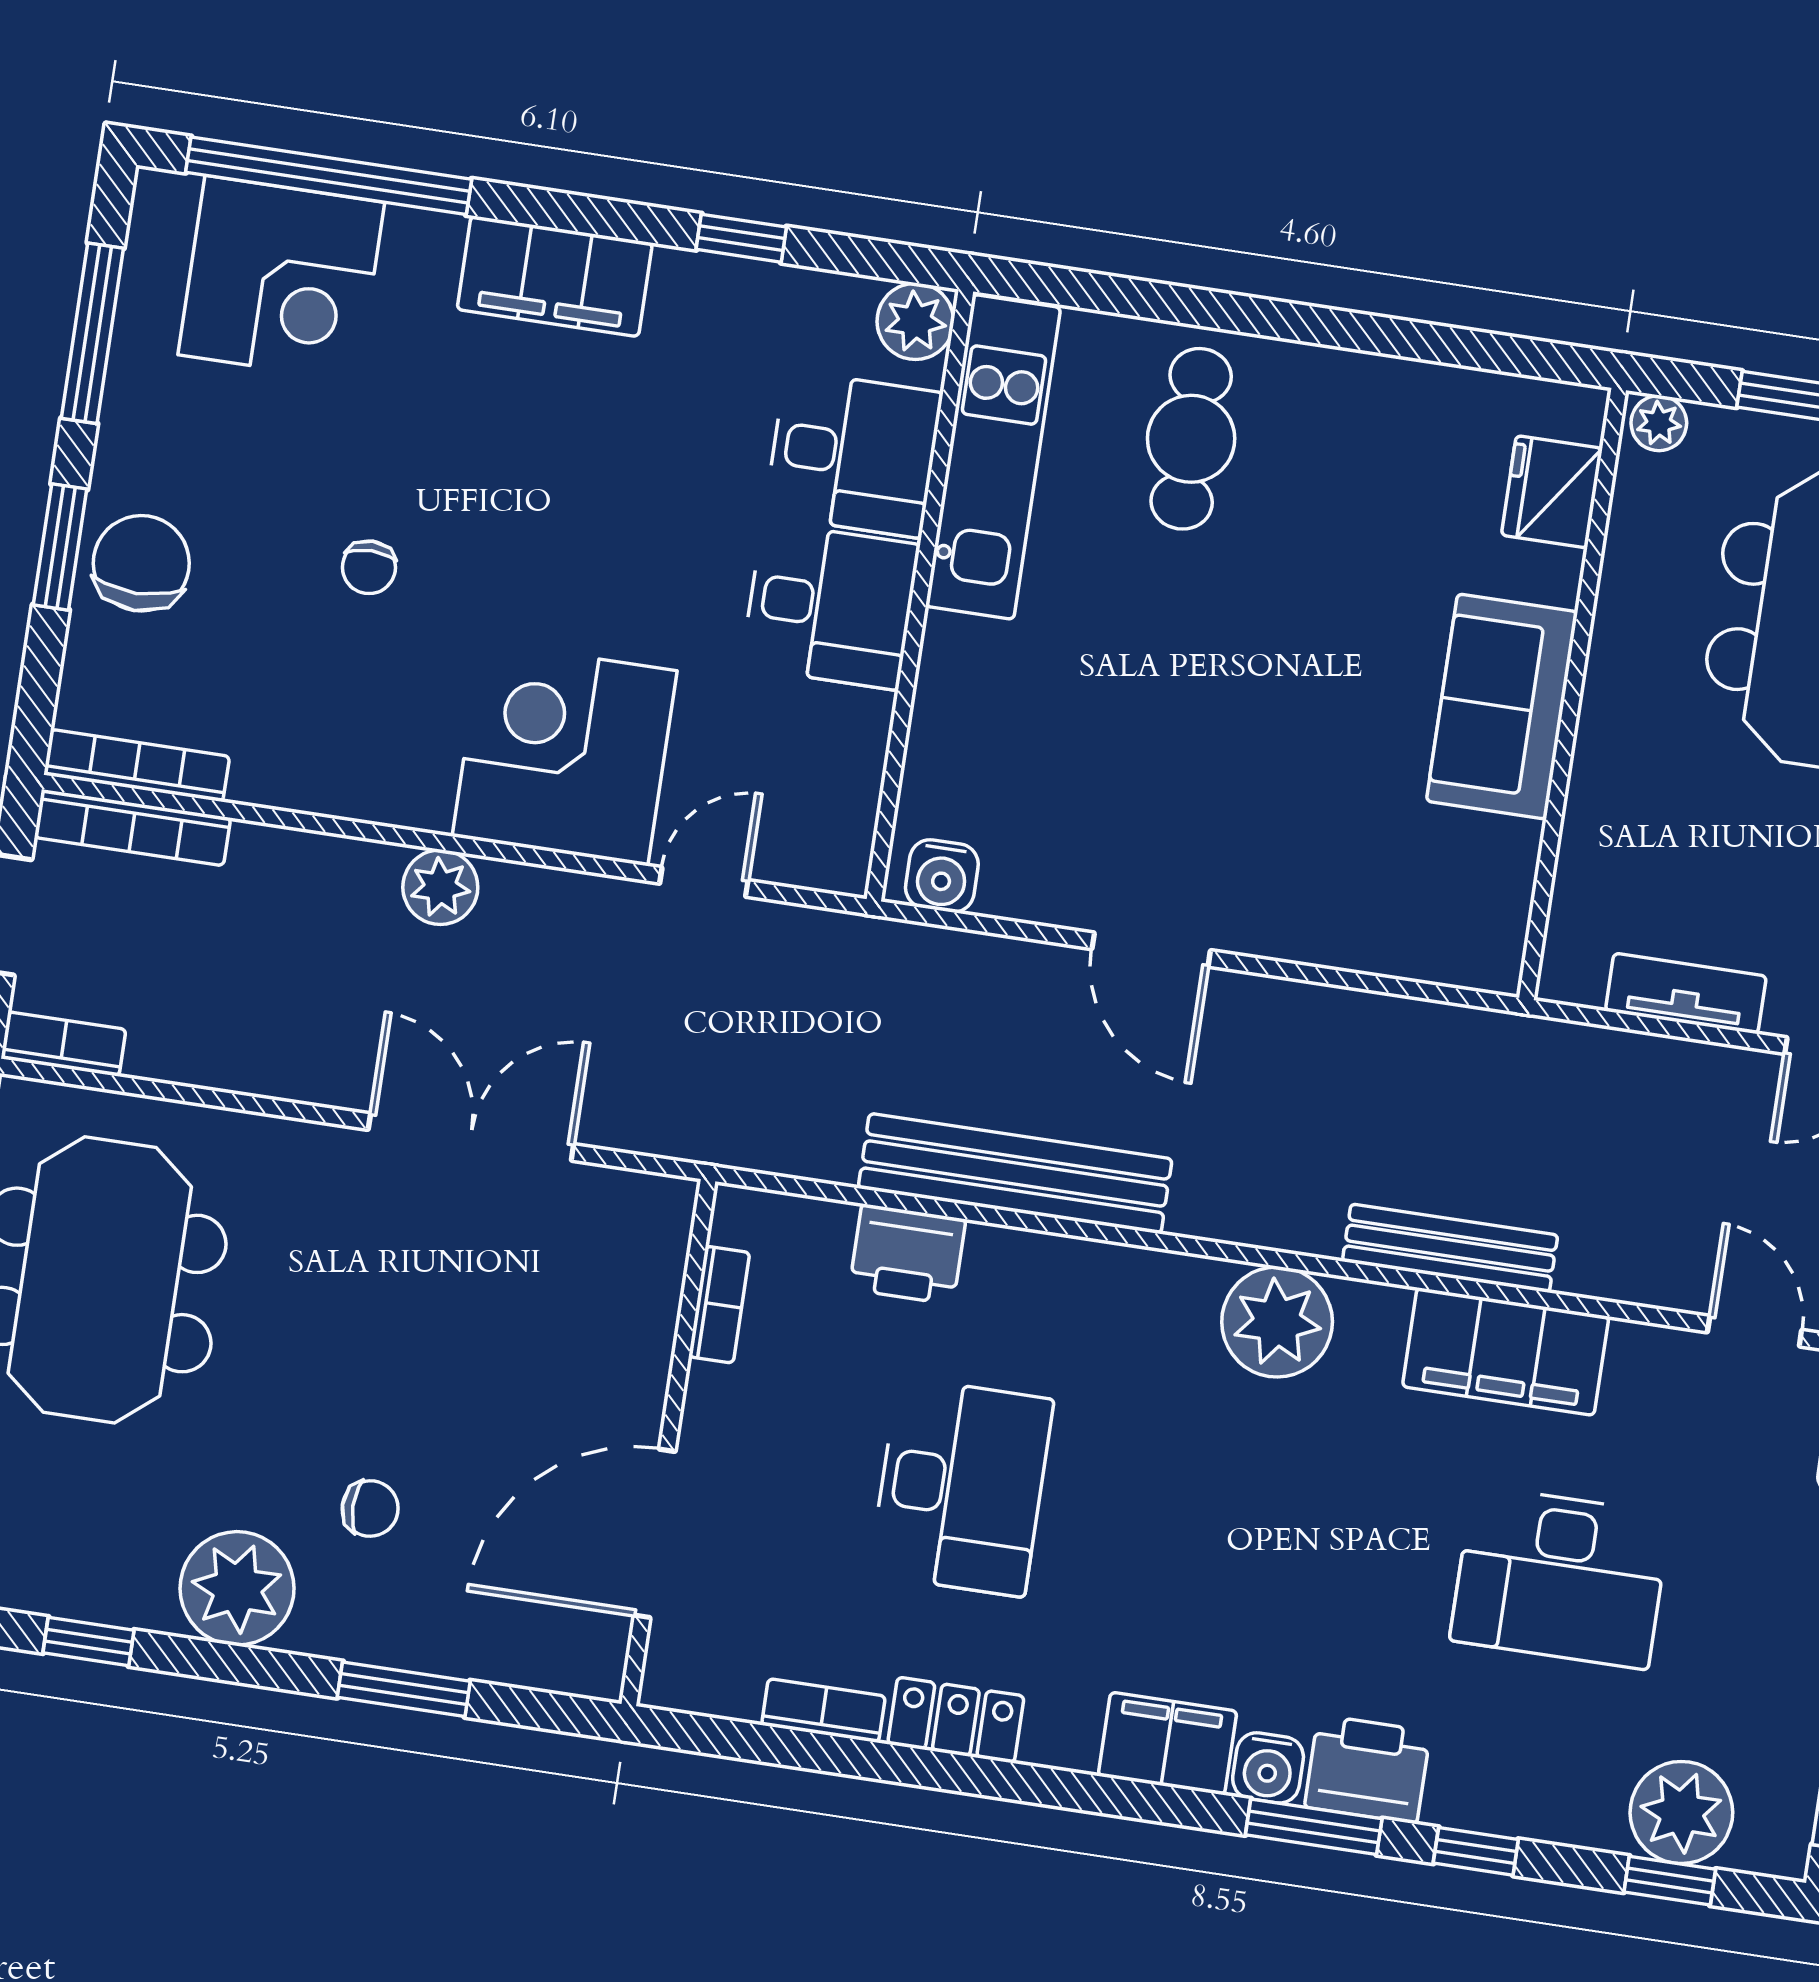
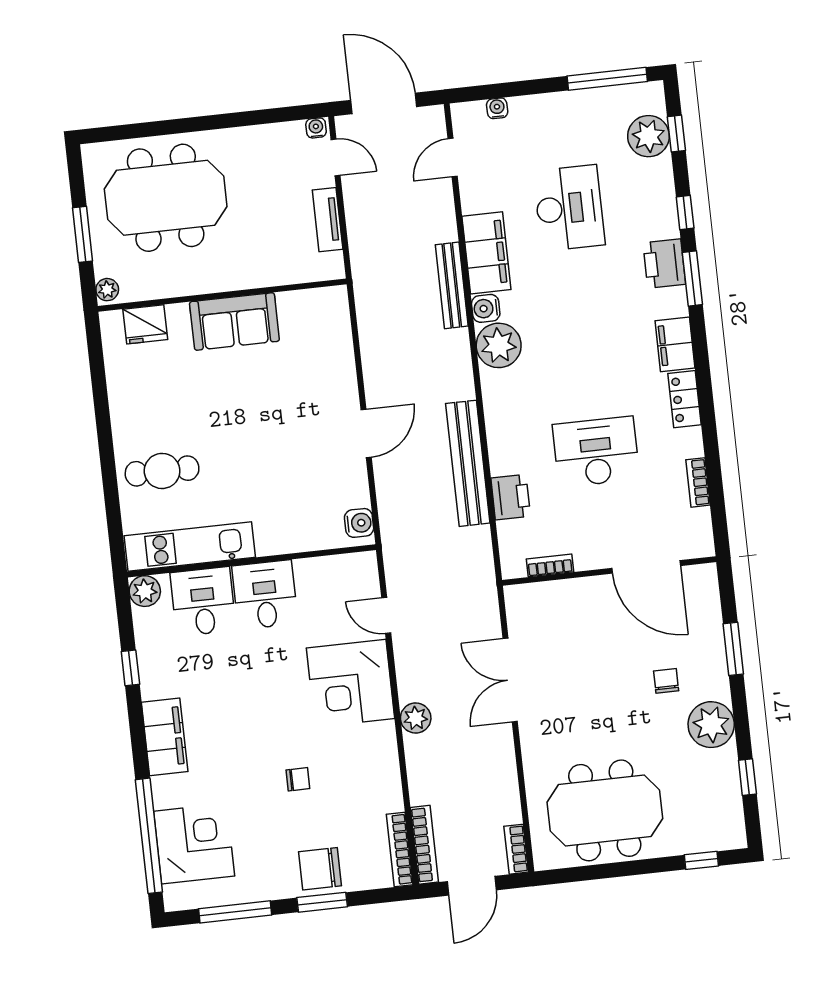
locker: (956, 1720) -> (684, 399), moved
water cooler: (1268, 1768) -> (486, 308), moved, turned 180

